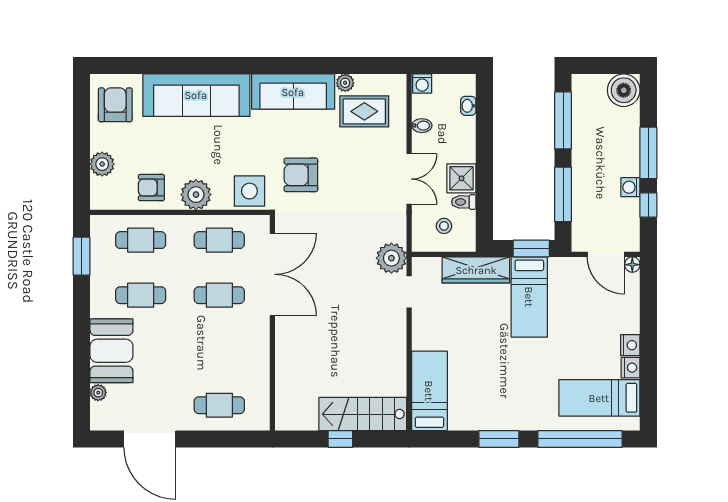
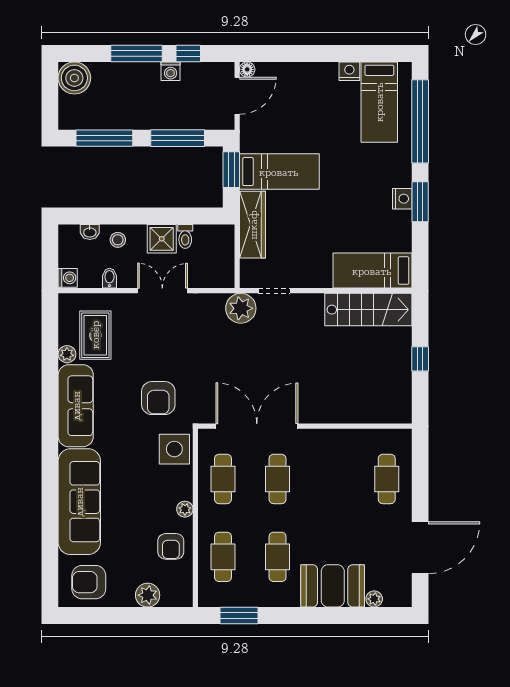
plant: (196, 195) -> (185, 509), width x0.53, depth x0.53
stool: (444, 226) -> (118, 240), moved
nightstand: (630, 345) -> (402, 199), moved, turned 90
stairs: (363, 414) -> (368, 310), moved, turned -90

